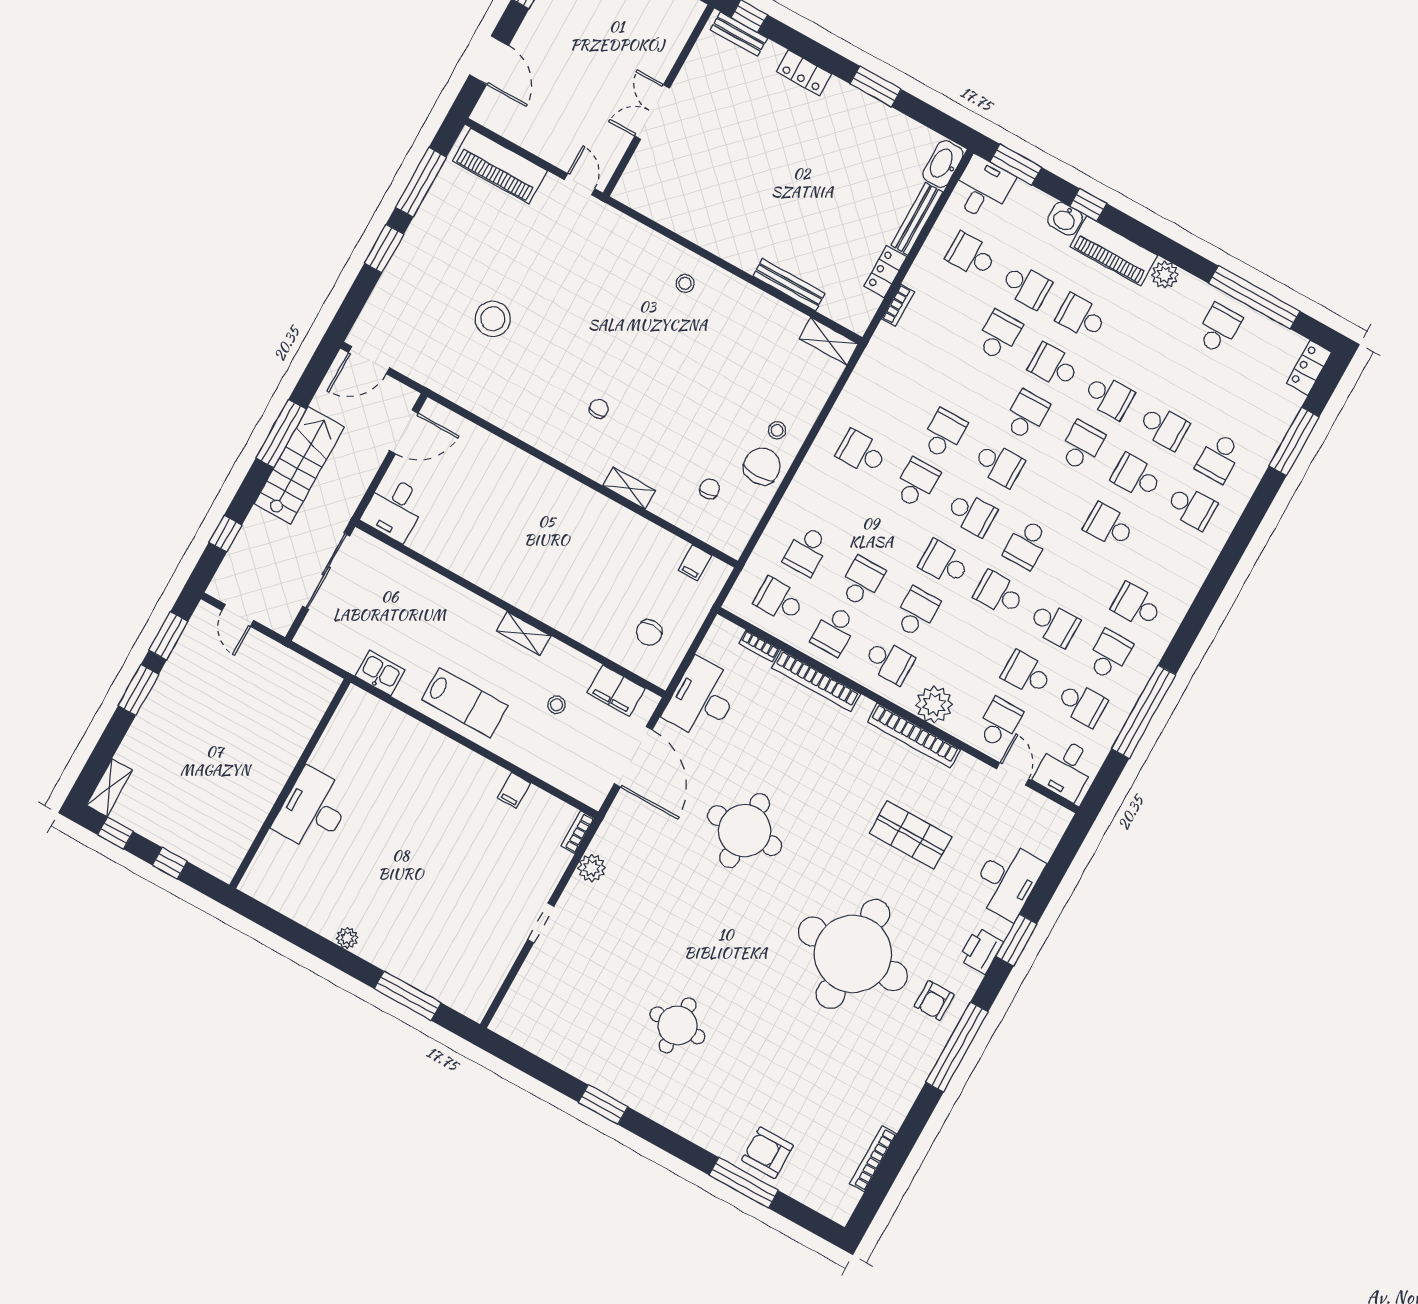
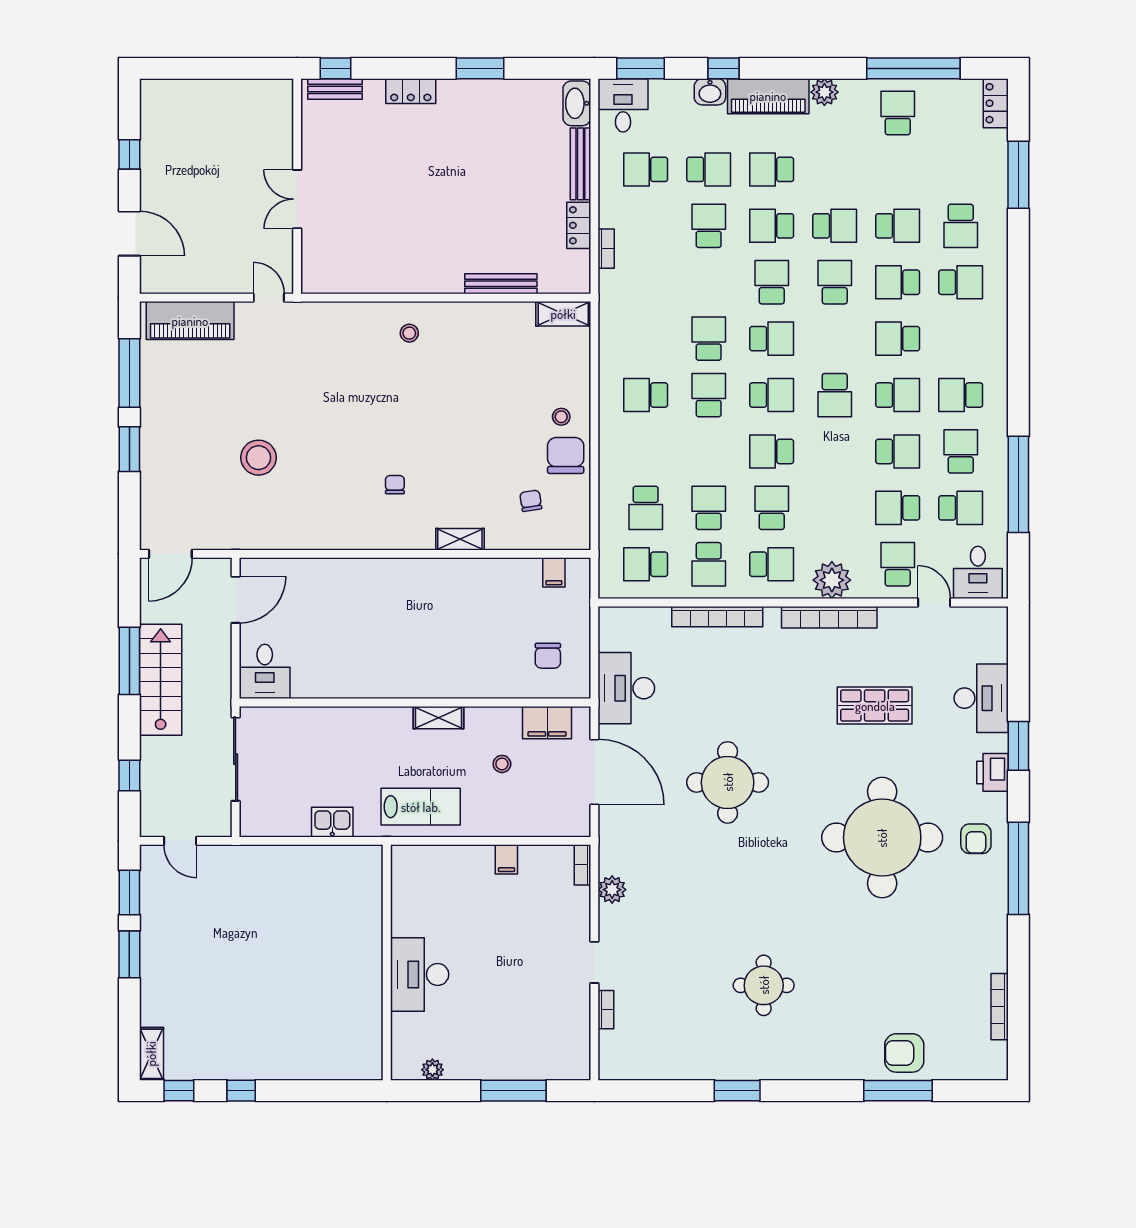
school desk: (999, 594) -> (898, 395), moved, turned 180
bookcase: (759, 646) -> (606, 1010), moved, turned -90
wall: (290, 784) -> (387, 963), moved
desk: (313, 810) -> (420, 974), moved

